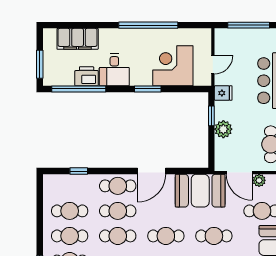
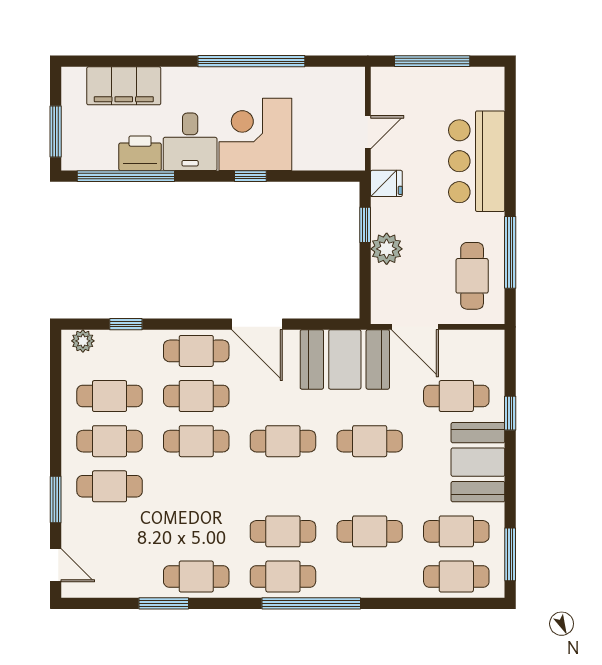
corner desk: (173, 66) -> (255, 134), moved
window: (148, 89) -> (250, 176), width x0.67
door: (151, 171) -> (257, 324), hinge flipped
plant: (259, 180) -> (83, 341), moved

